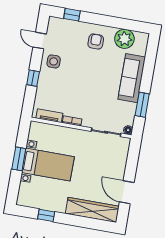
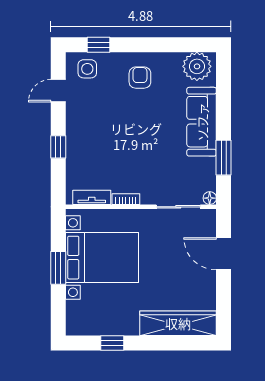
plant: (124, 39) -> (197, 66), moved
door: (40, 41) -> (58, 91), hinge flipped
side table: (54, 61) -> (87, 69), moved
bed with nightstands: (48, 165) -> (102, 258), width x1.36
door: (127, 192) -> (224, 254), moved

